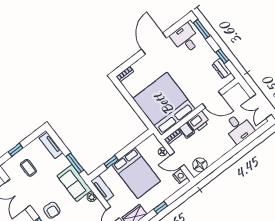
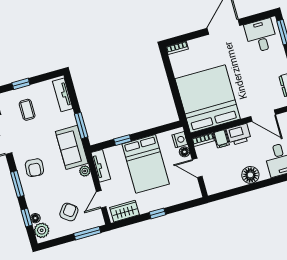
floor lamp: (200, 165) -> (250, 175), moved
nightstand: (180, 176) -> (180, 140), moved

